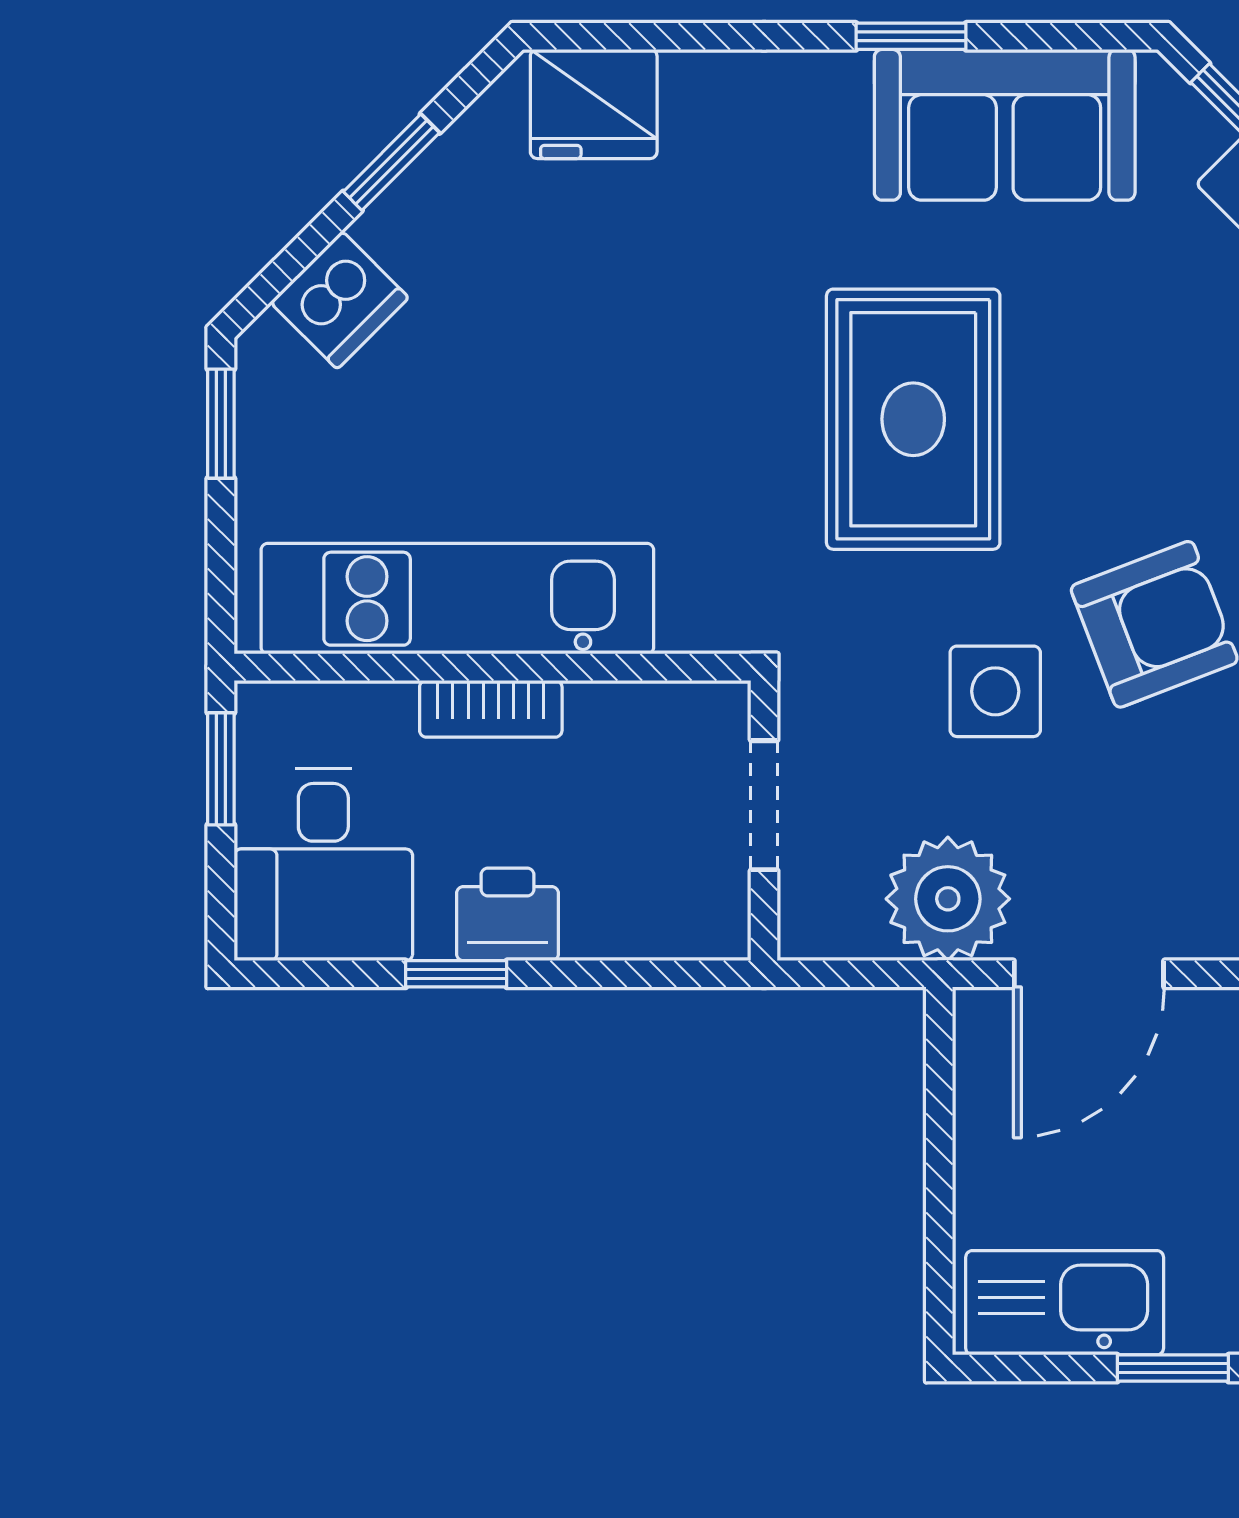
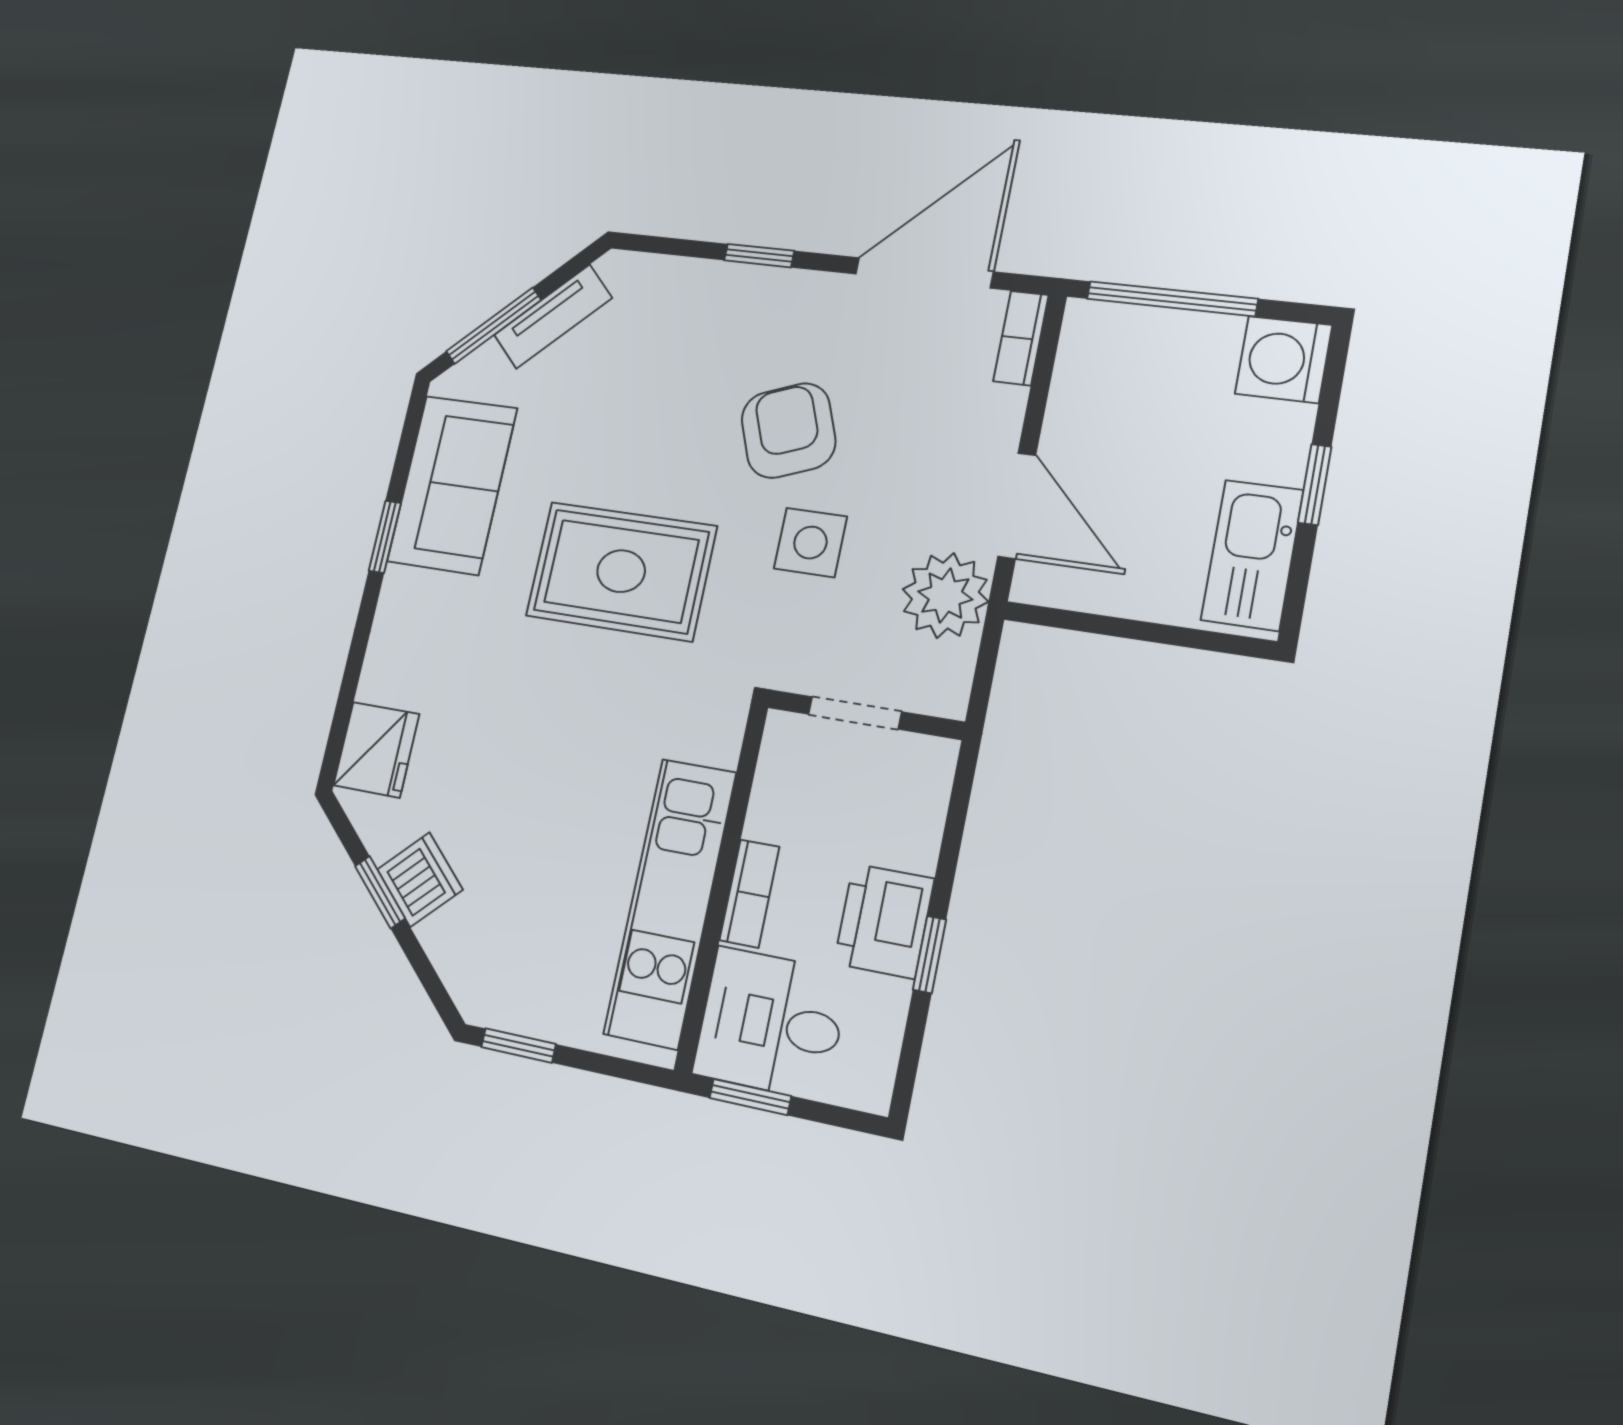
dishwasher: (339, 300) -> (420, 880), moved
desk: (323, 864) -> (771, 1023), moved, turned 180
printer: (508, 914) -> (884, 921), width x1.36, depth x1.24

